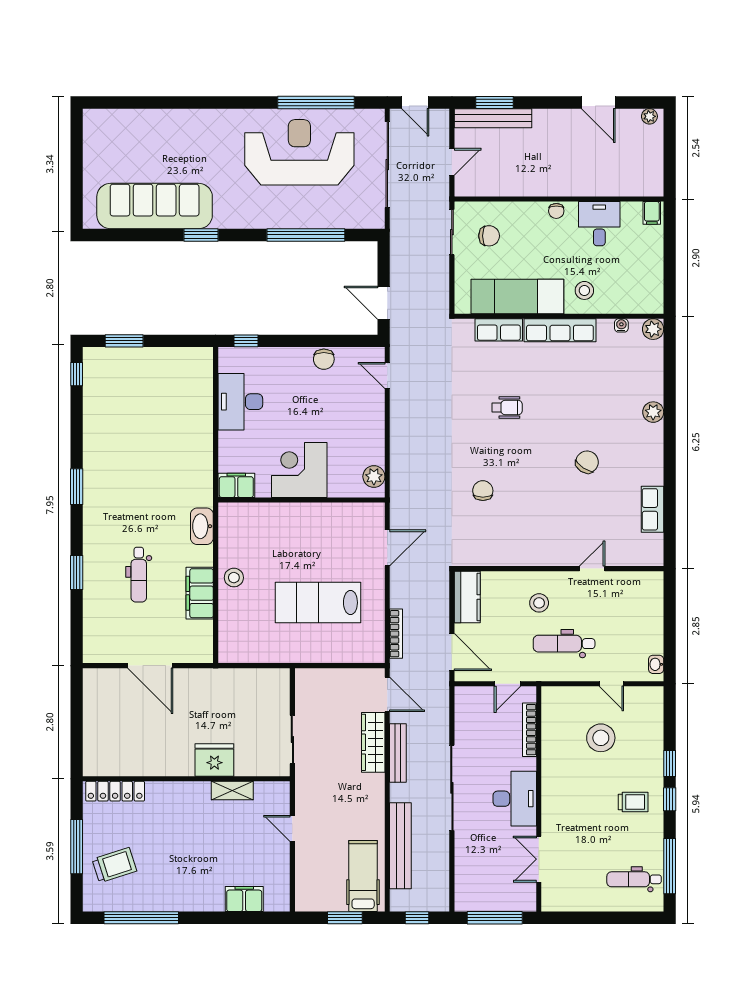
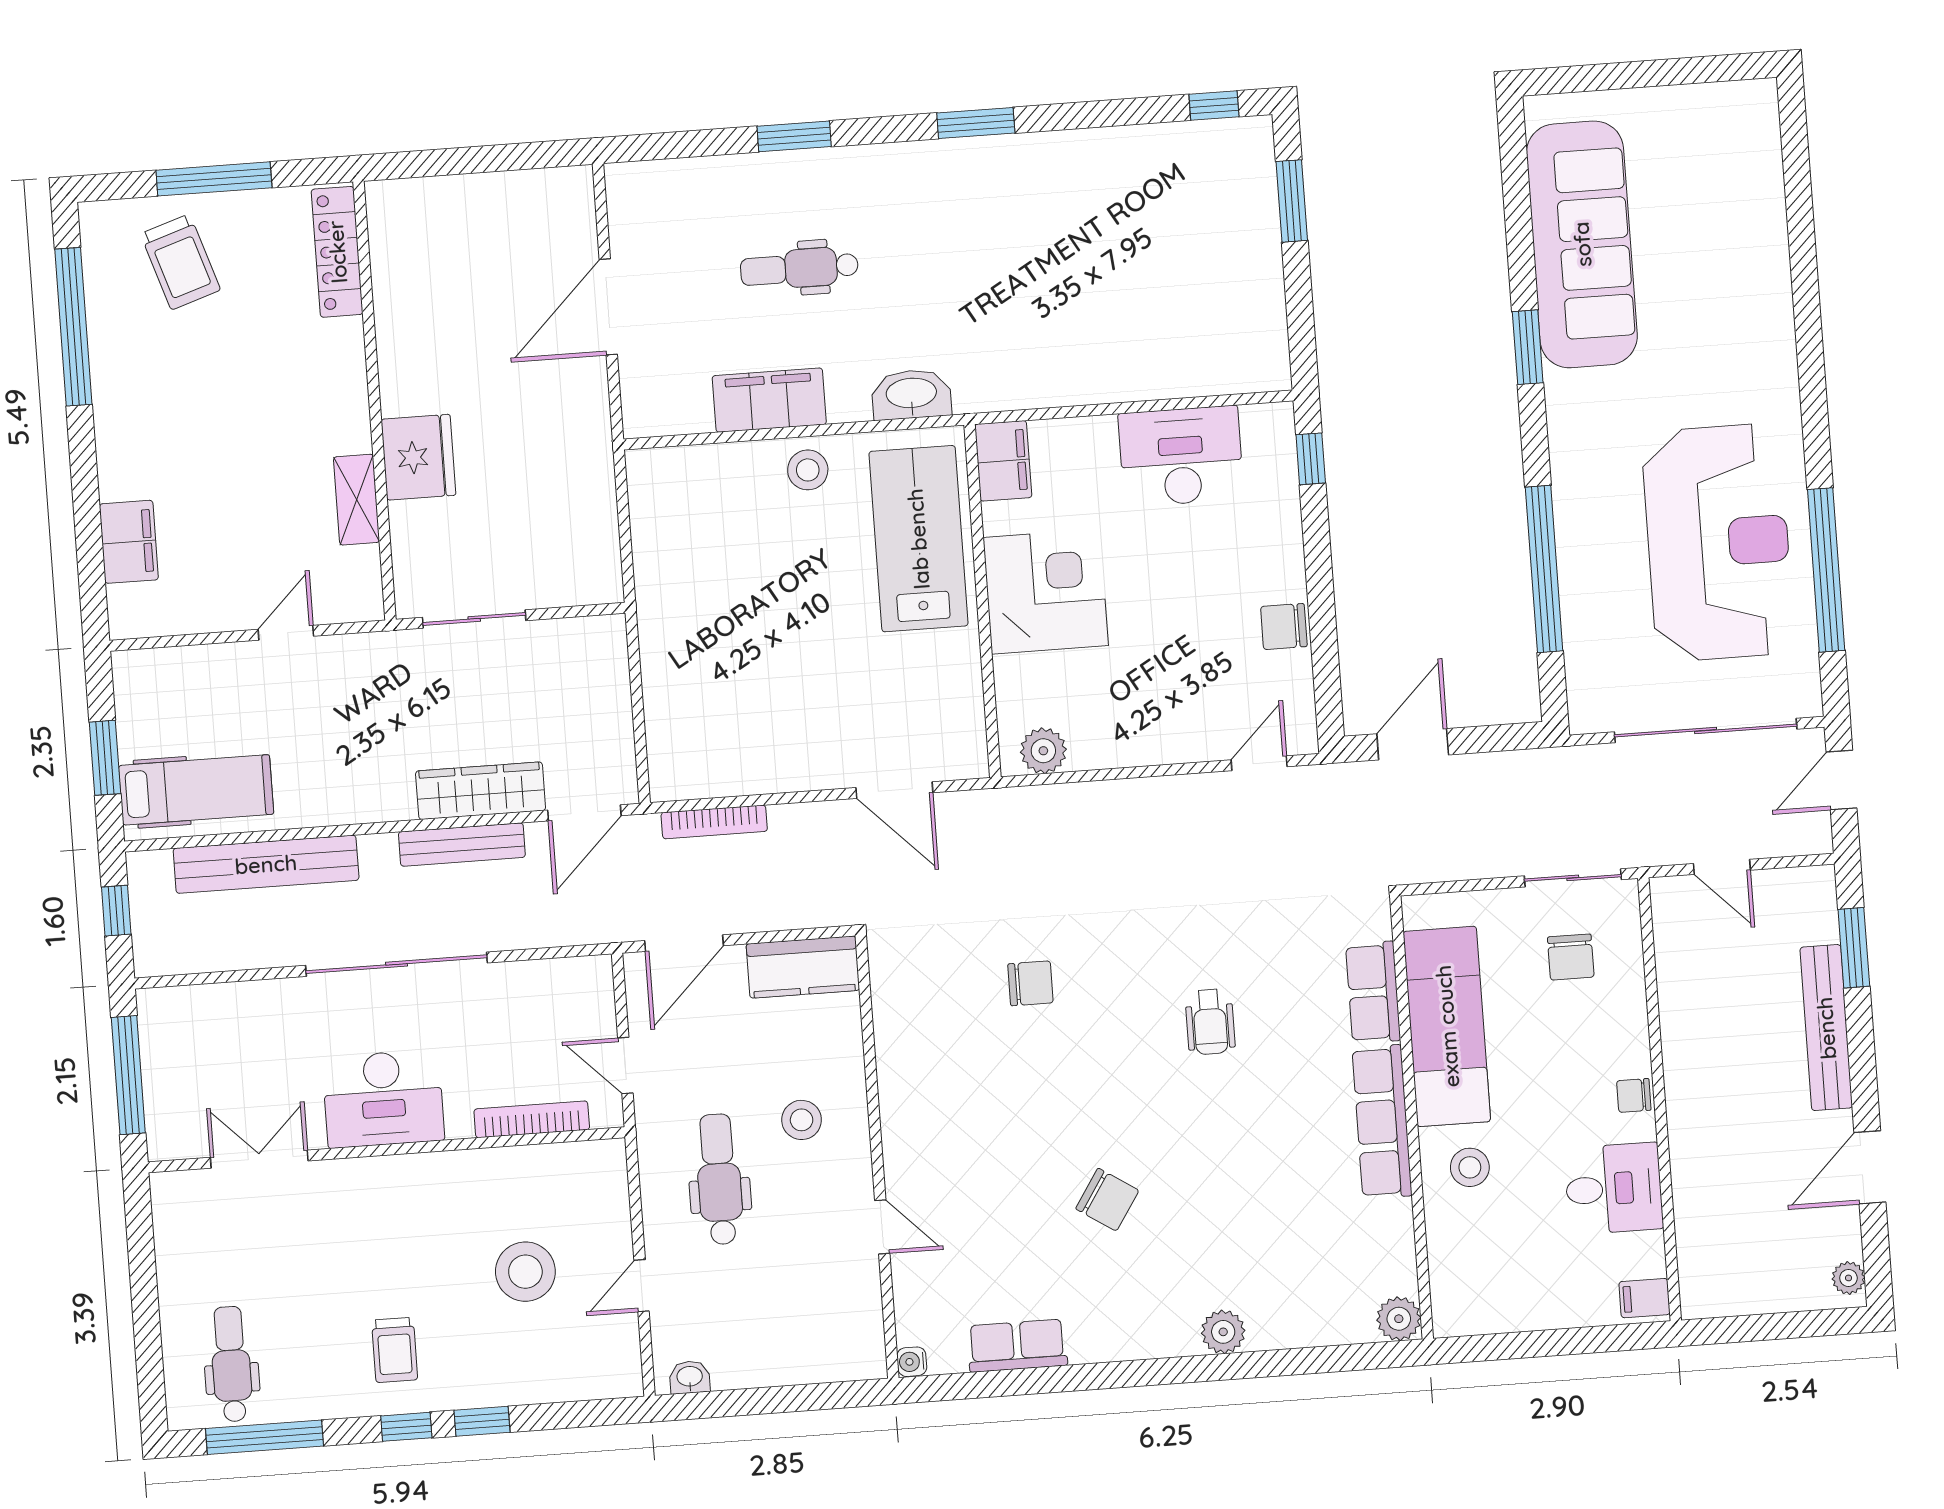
bench: (493, 118) -> (1826, 1028), moved
water cooler: (621, 325) -> (912, 1362), moved, turned 180
lab bench: (318, 603) -> (918, 539), moved

